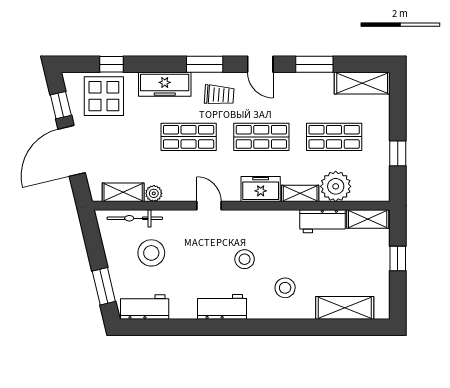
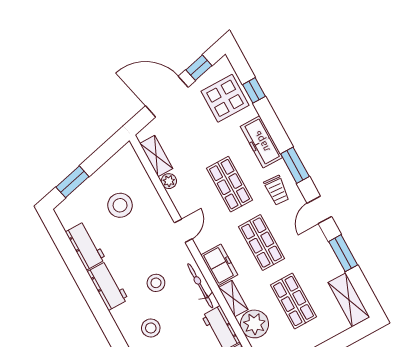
bicycle: (135, 218) -> (200, 286), moved
workbench: (145, 307) -> (86, 246), moved

